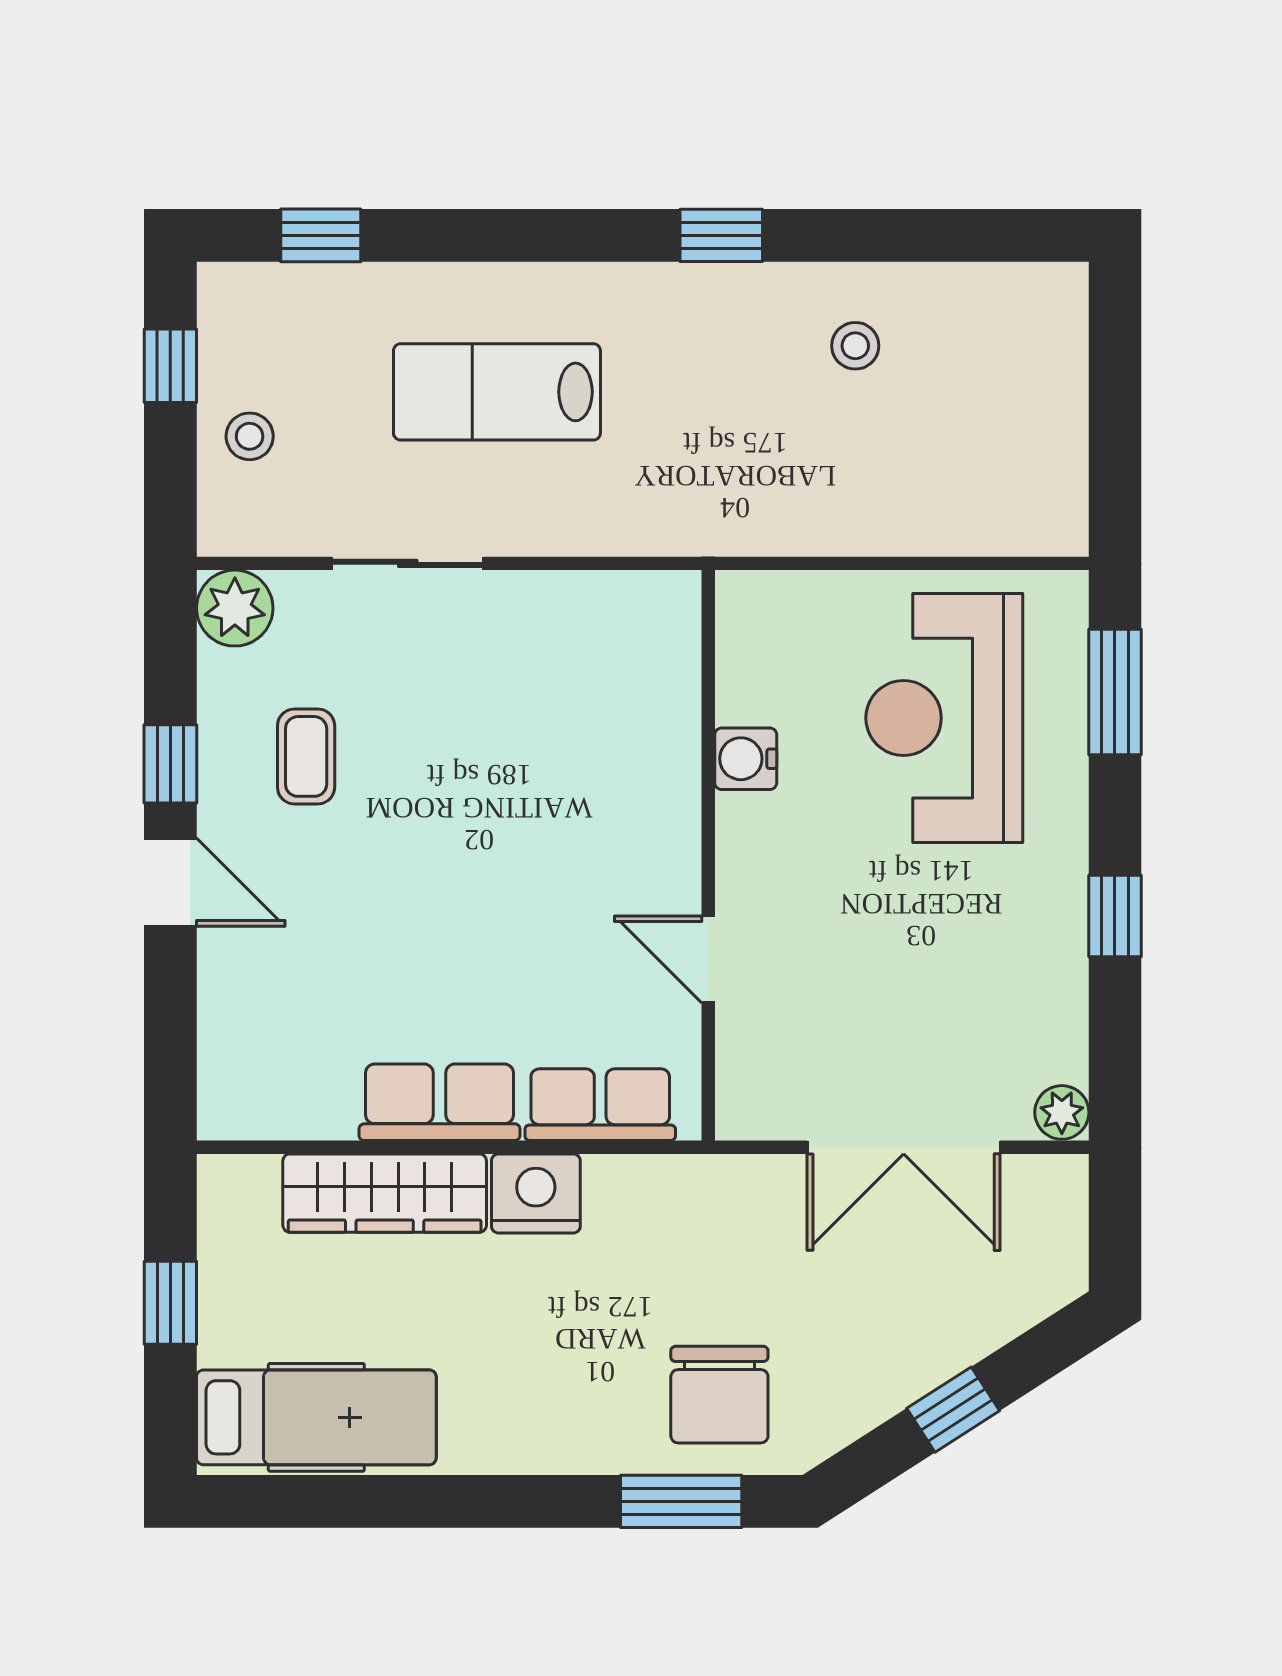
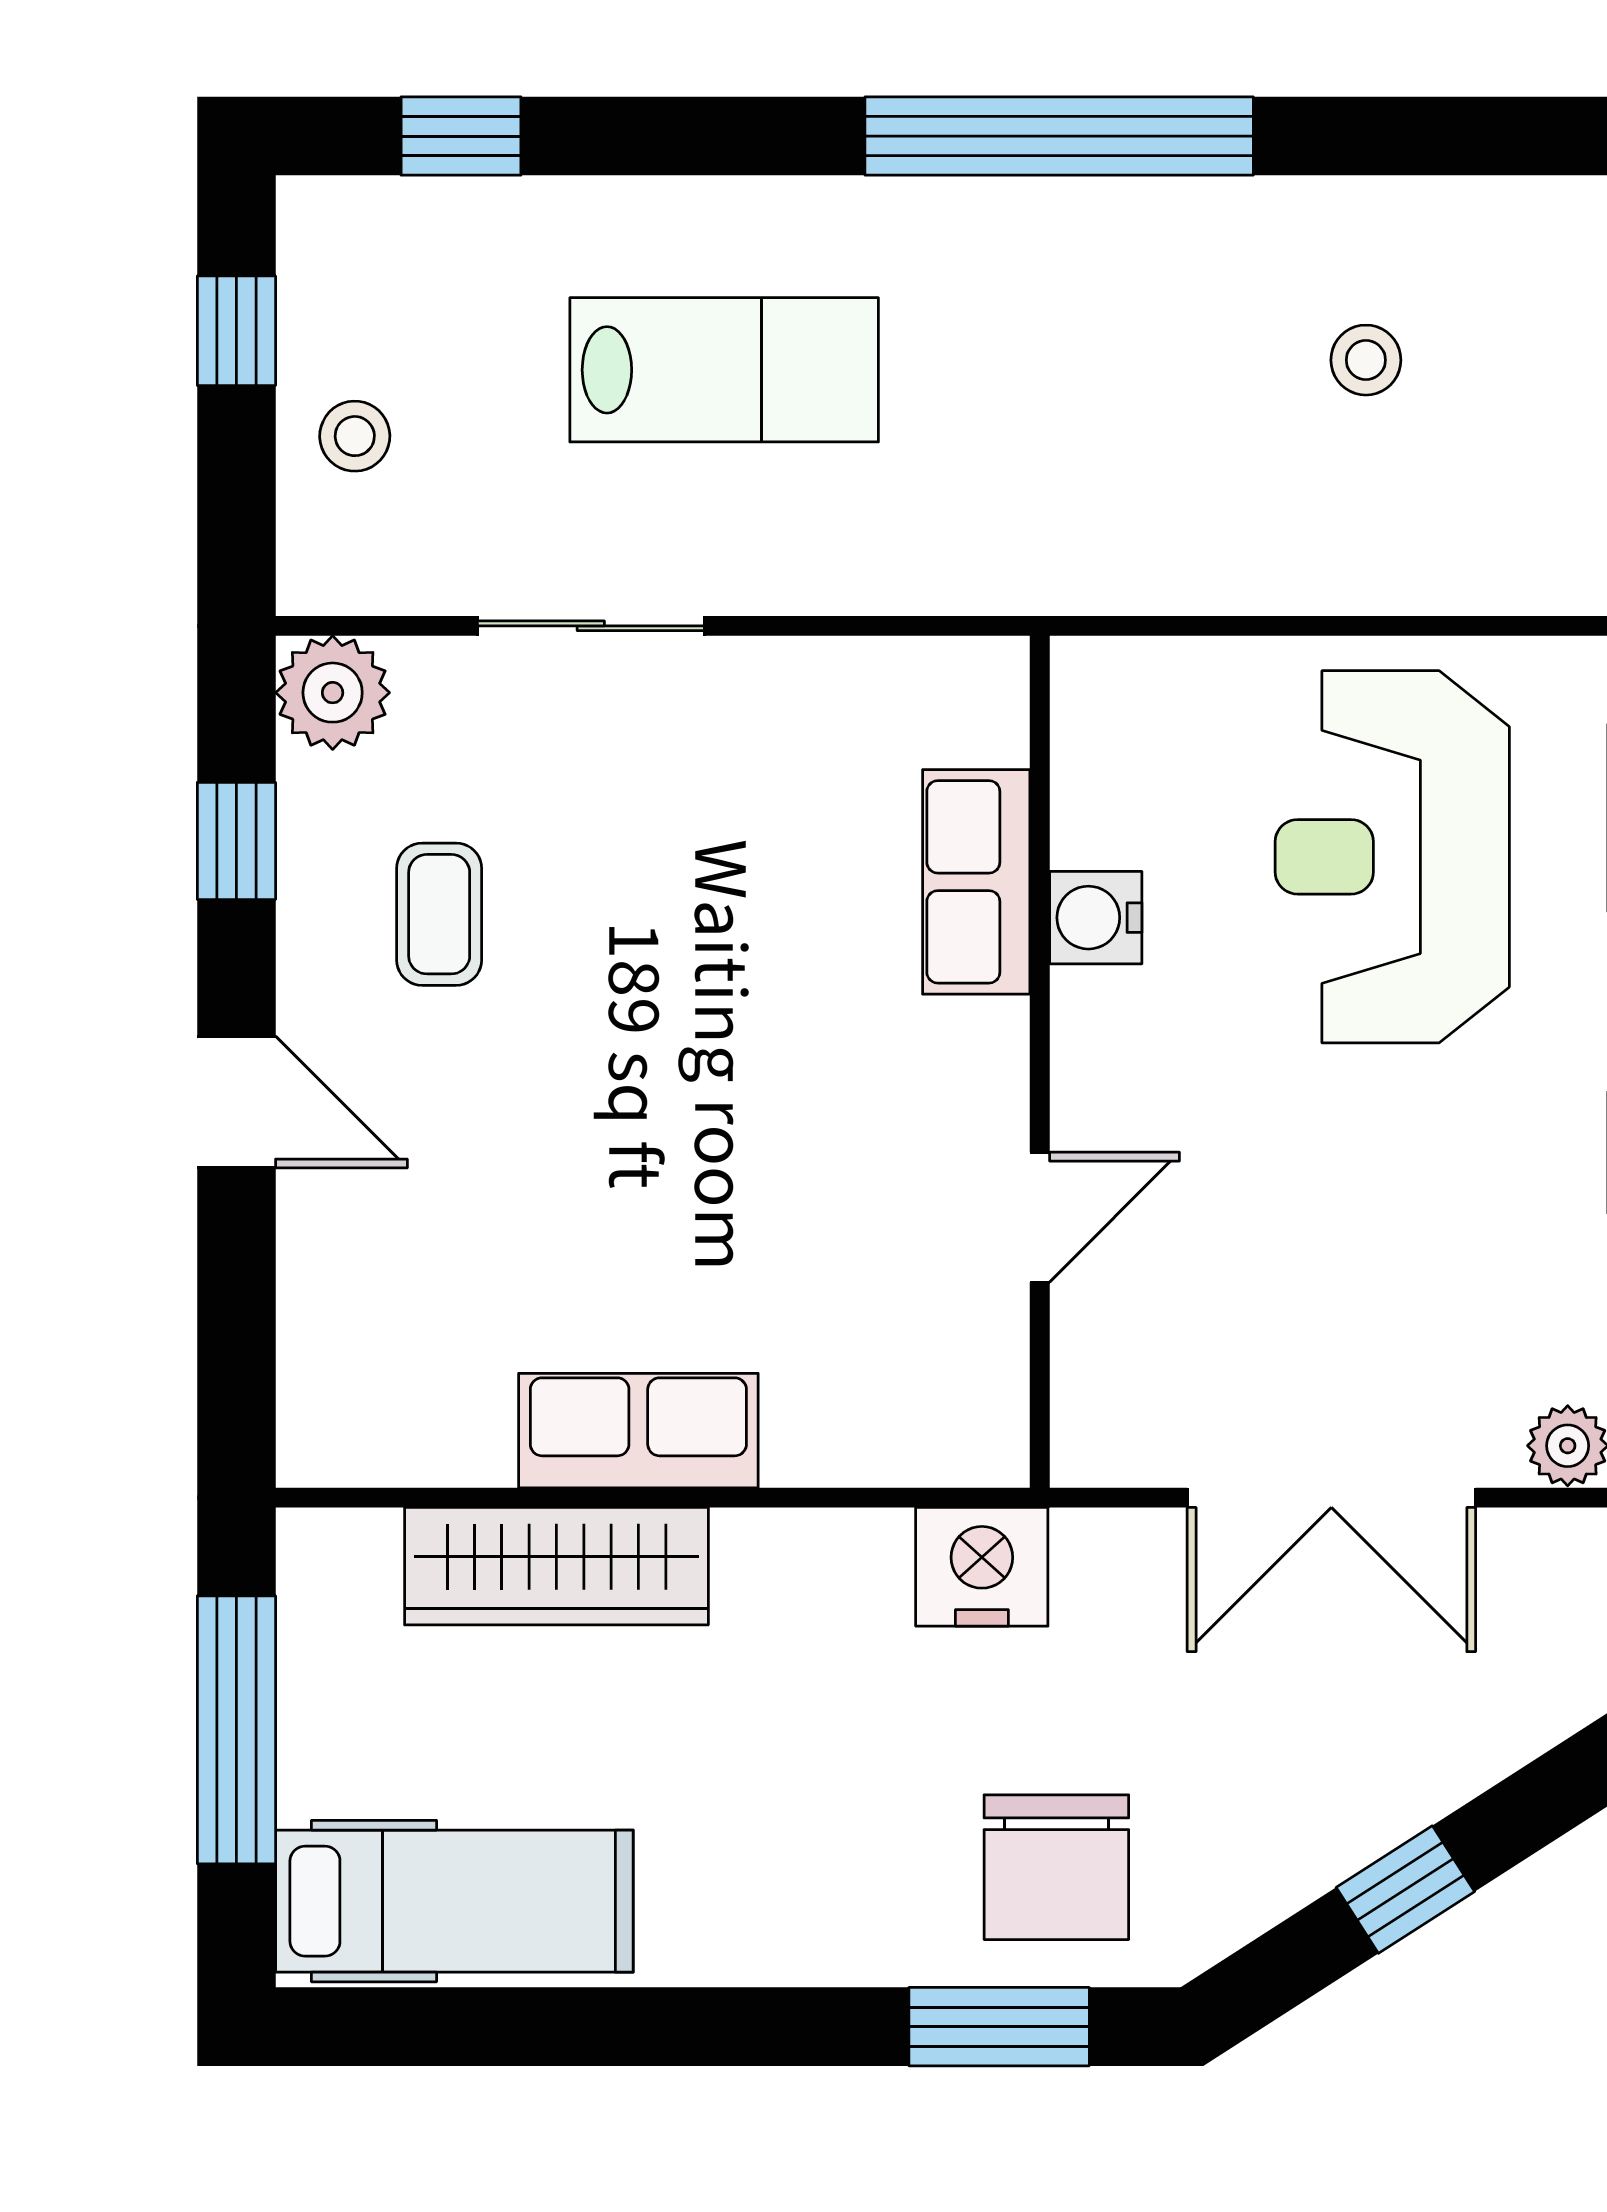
window: (721, 235) -> (1059, 136), width x3.17
stool: (855, 346) -> (1366, 360), moved
lab bench: (497, 392) -> (724, 370), turned 180
window: (170, 764) -> (236, 841), moved
door: (708, 959) -> (1040, 1217), swing flipped
row of seats: (600, 1105) -> (976, 882), moved, turned -90
nightstand: (536, 1193) -> (982, 1567), moved
window: (170, 1303) -> (236, 1730), width x2.17

